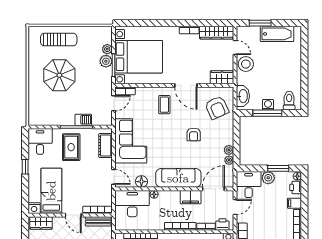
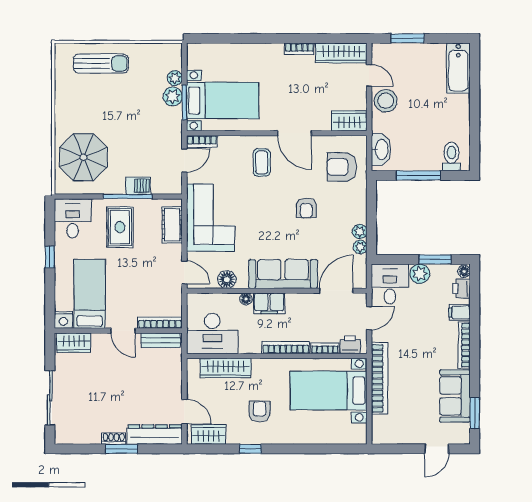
bathtub: (277, 34) -> (458, 68), moved, turned 90
bed with nightstands: (139, 57) -> (223, 101), width x0.73
parasol: (59, 75) -> (83, 157), moved
washing machine: (268, 105) -> (419, 163), removed
armchair: (217, 108) -> (342, 167), turned 114
filing cabinet: (191, 197) -> (269, 303), moved
desk: (132, 204) -> (212, 334), moved, turned 180

